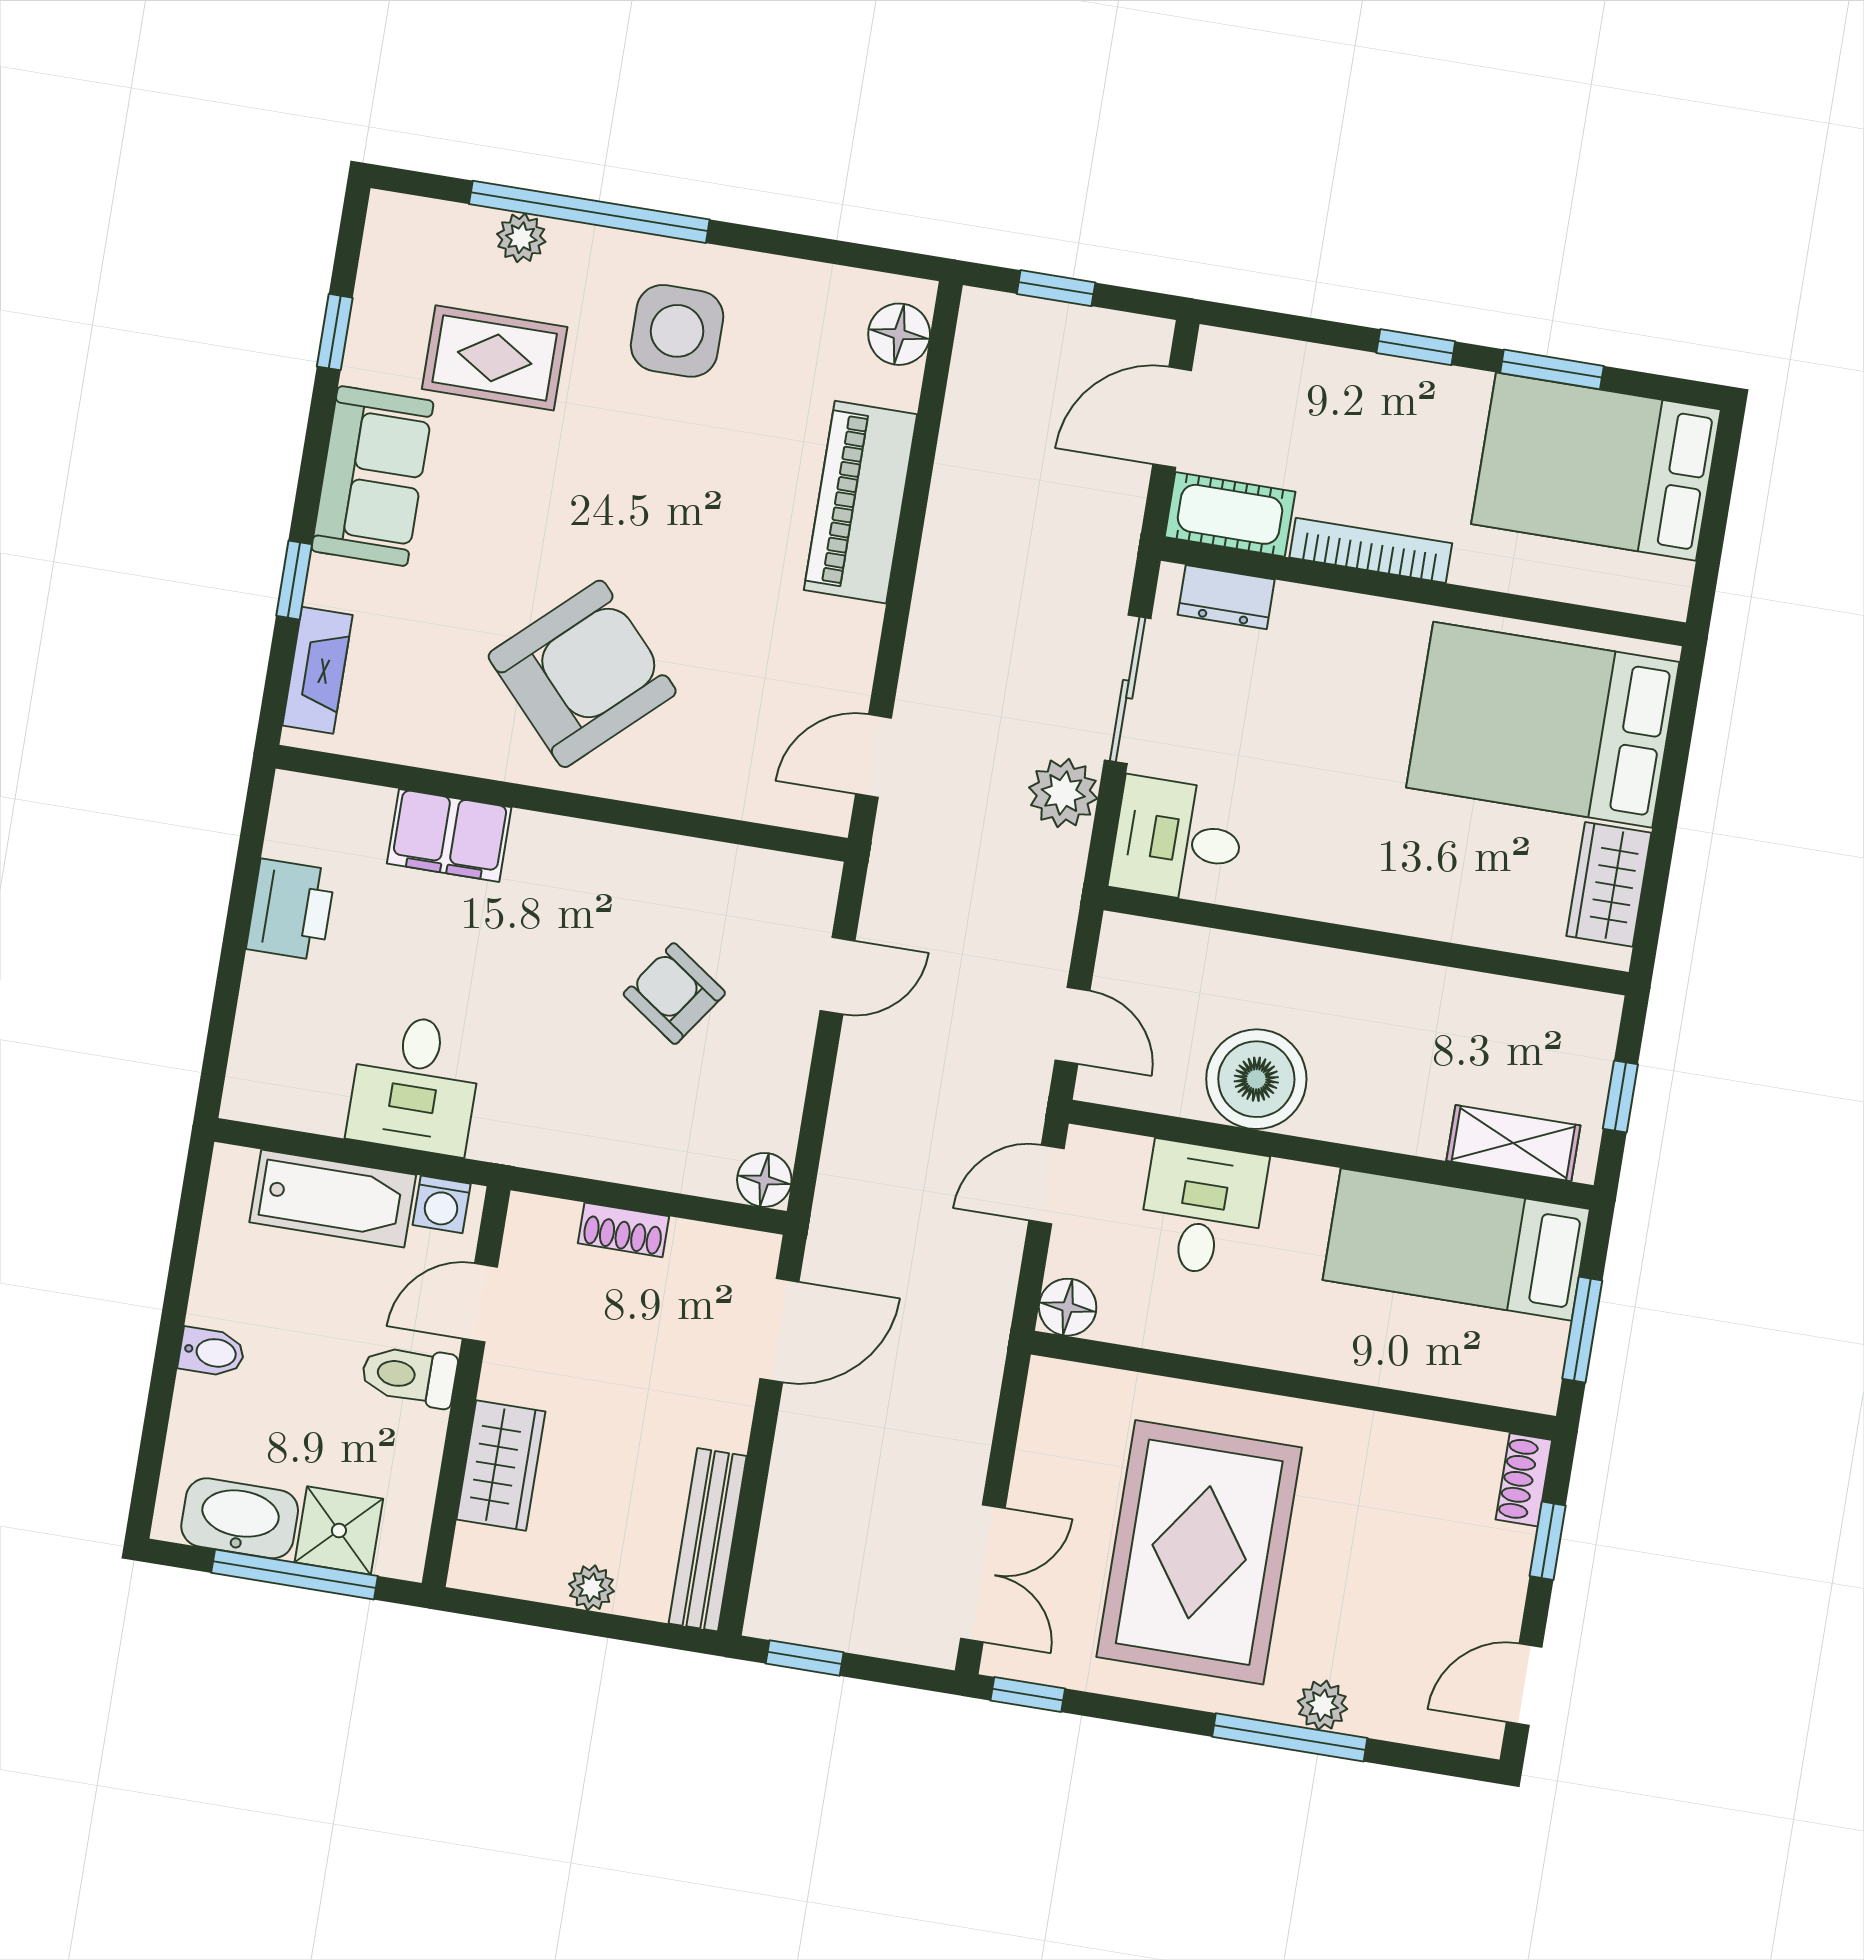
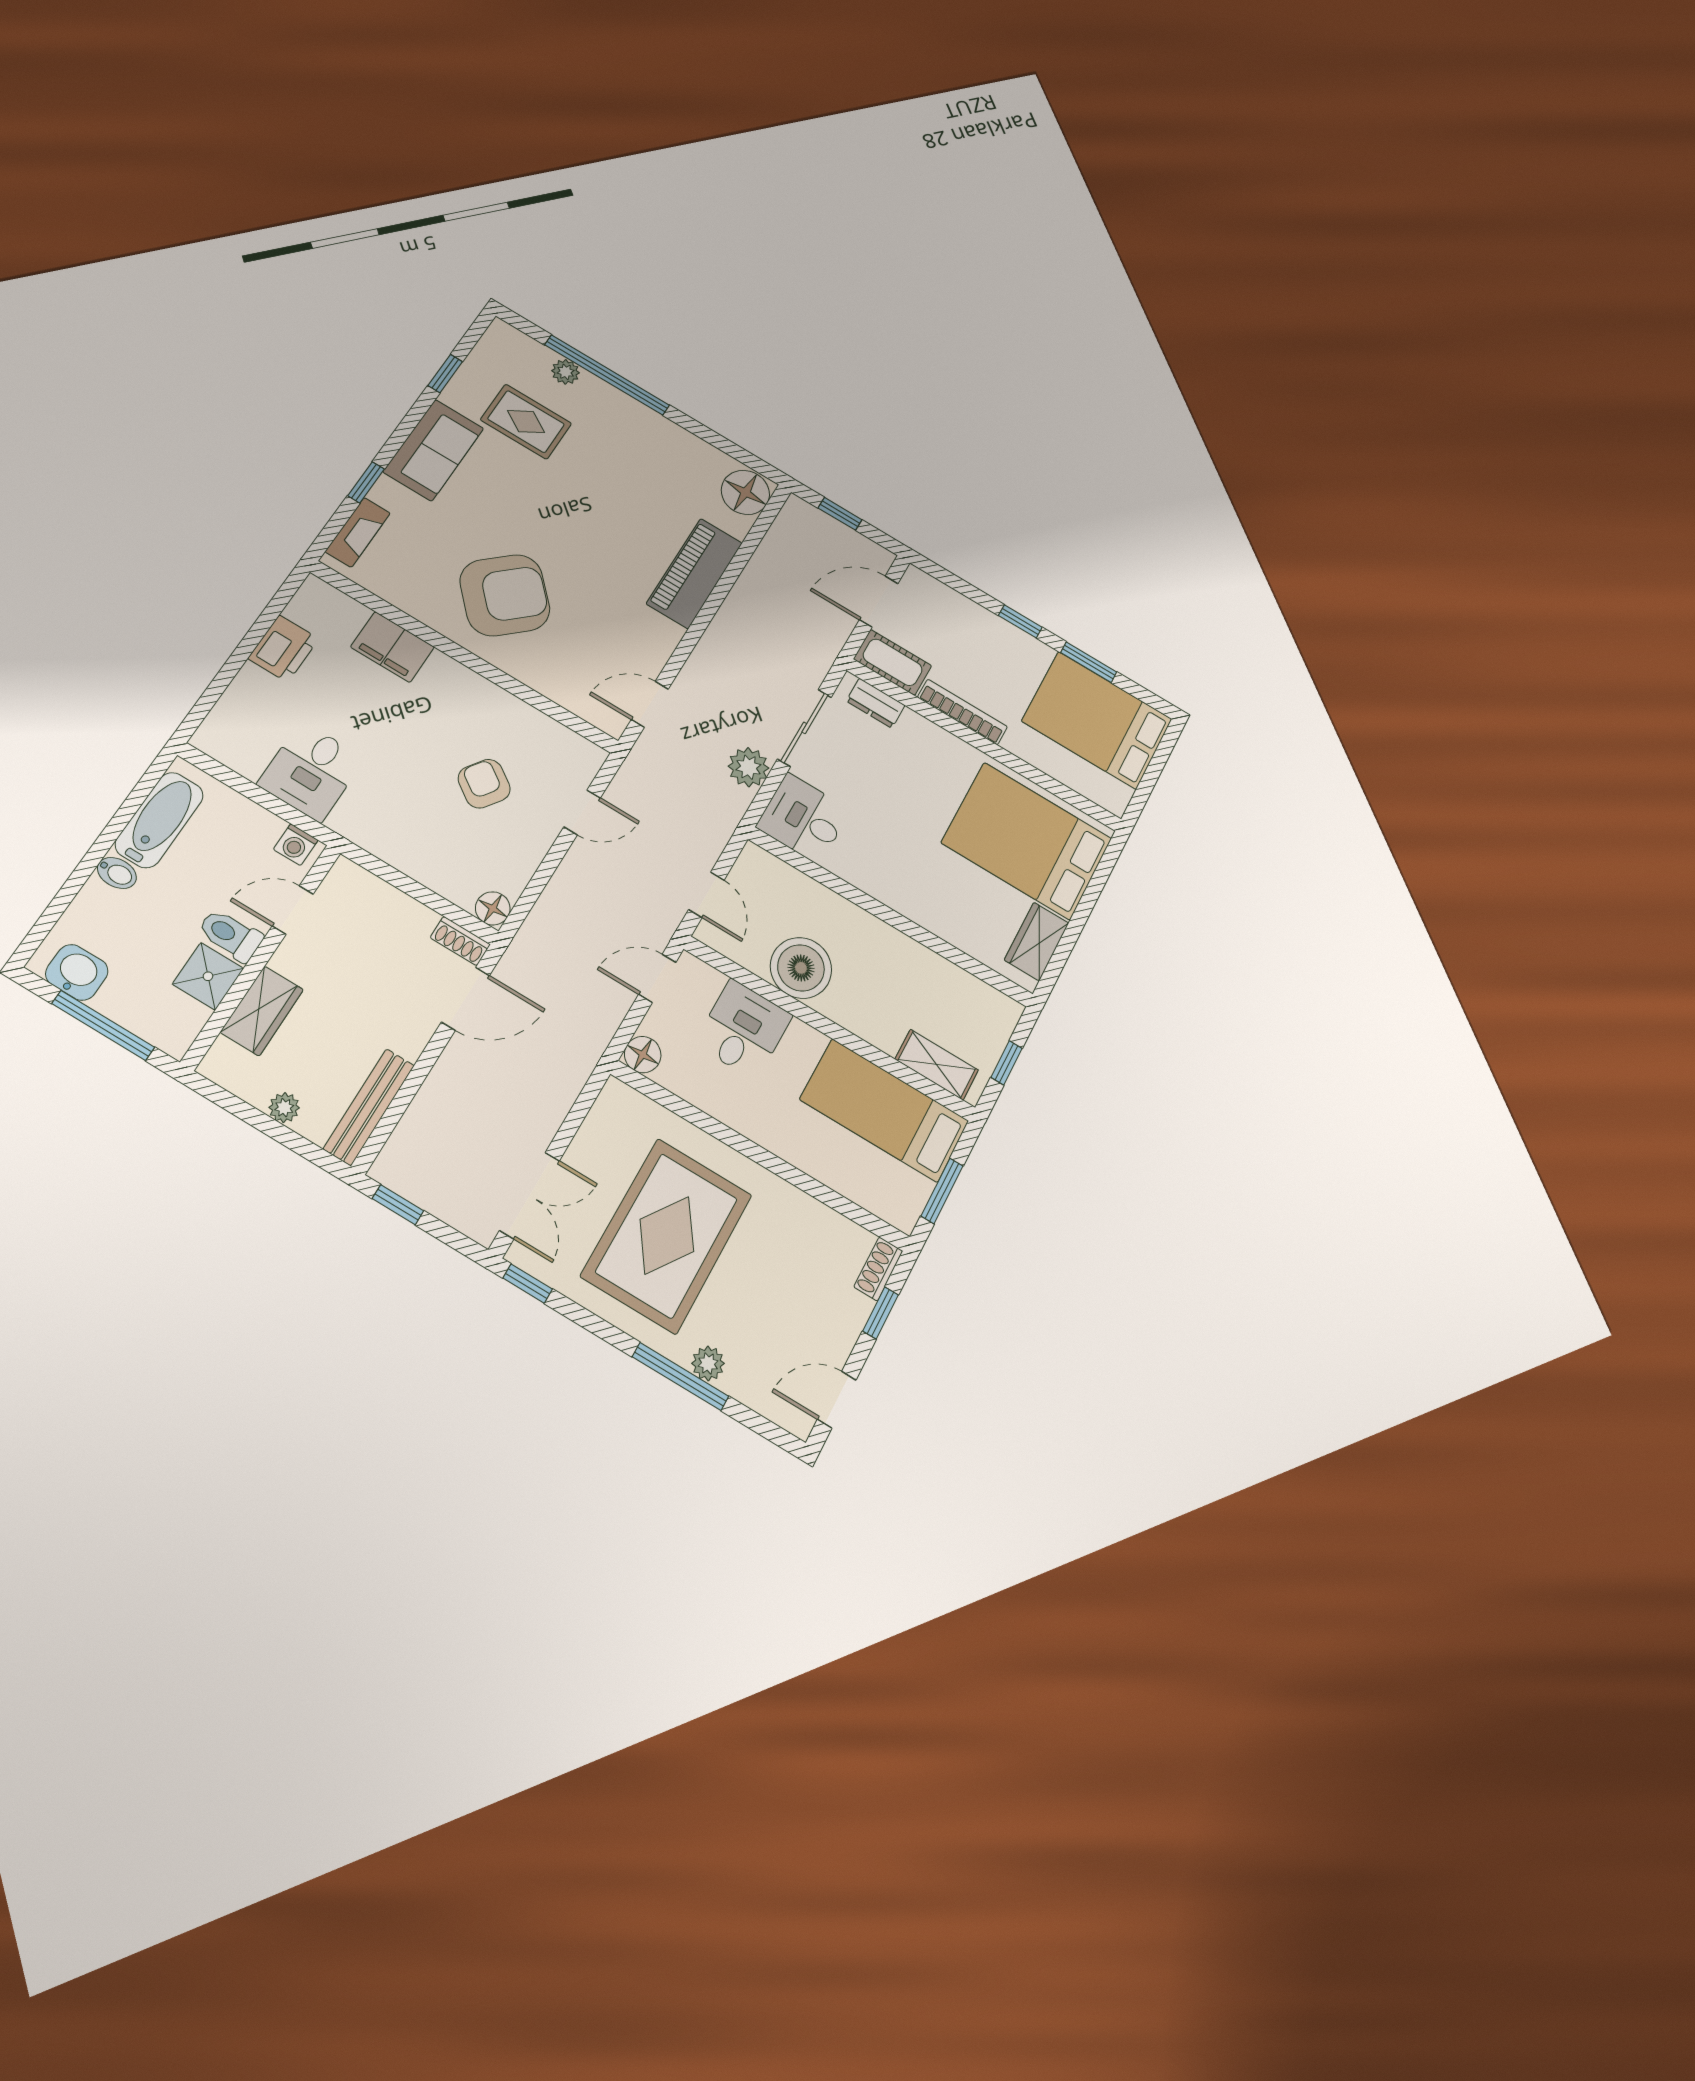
side table: (677, 331) -> (630, 450), removed
floor lamp: (899, 334) -> (745, 492), width x1.38, depth x1.38
bathtub: (333, 1199) -> (159, 820), moved, turned -90
shoe rack: (623, 1230) -> (460, 941), moved
washbasin: (240, 1518) -> (77, 972), width x0.72
shower: (339, 1530) -> (208, 976), moved

